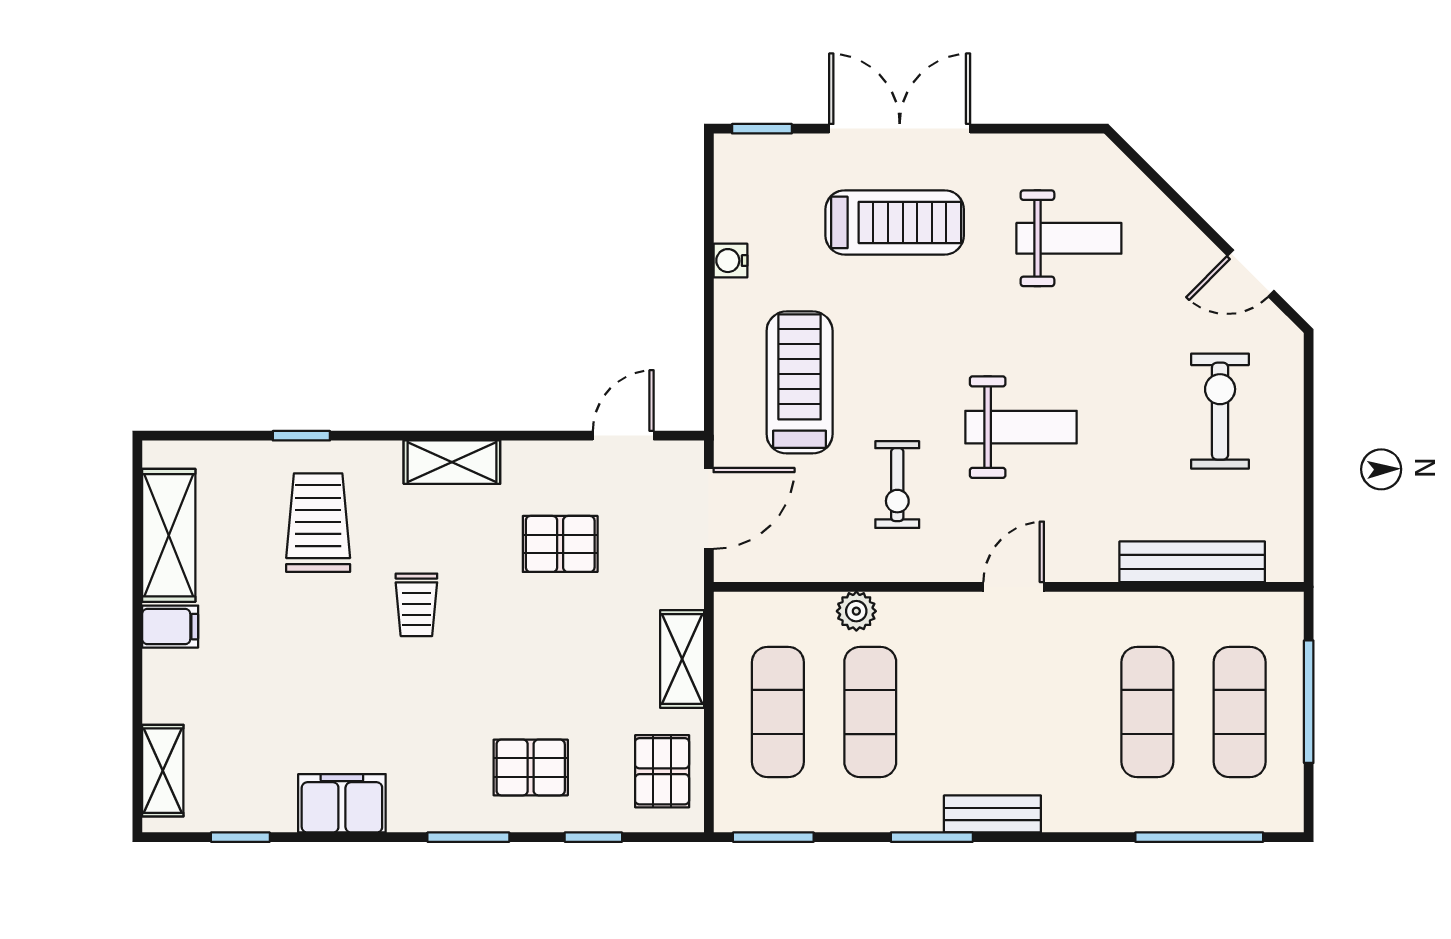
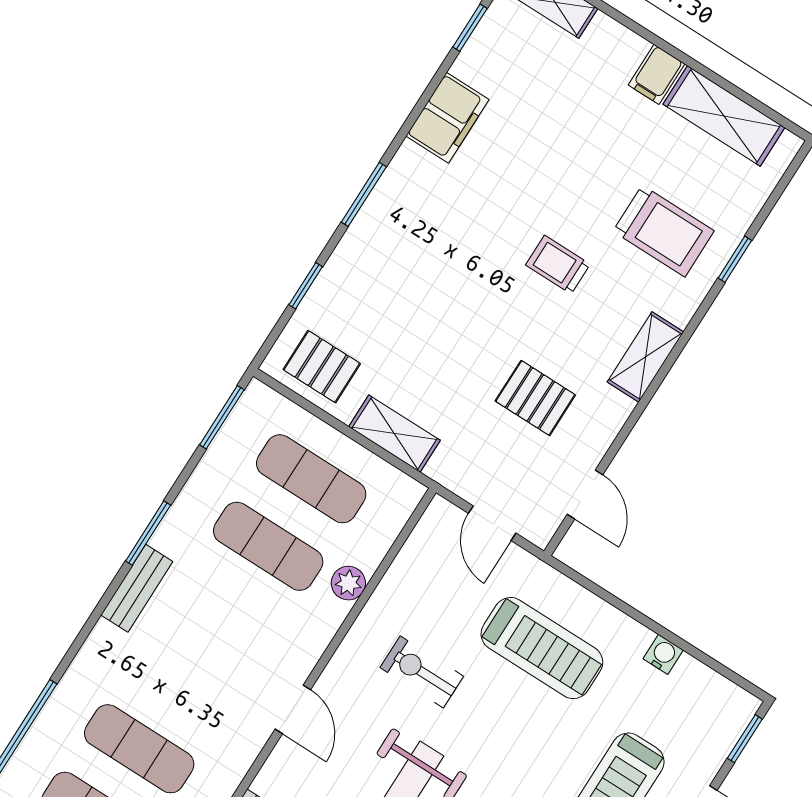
door: (709, 508) -> (492, 523), width x0.73
pallet: (560, 544) -> (535, 398), turned 90
pallet: (531, 767) -> (386, 272), removed

